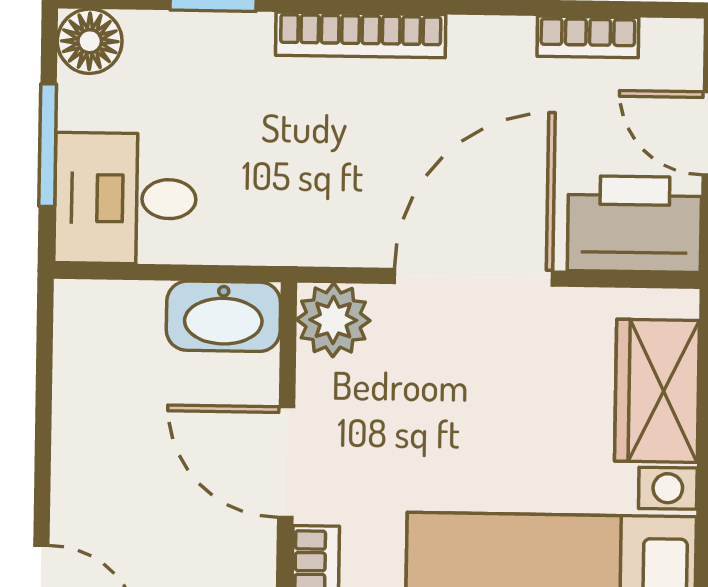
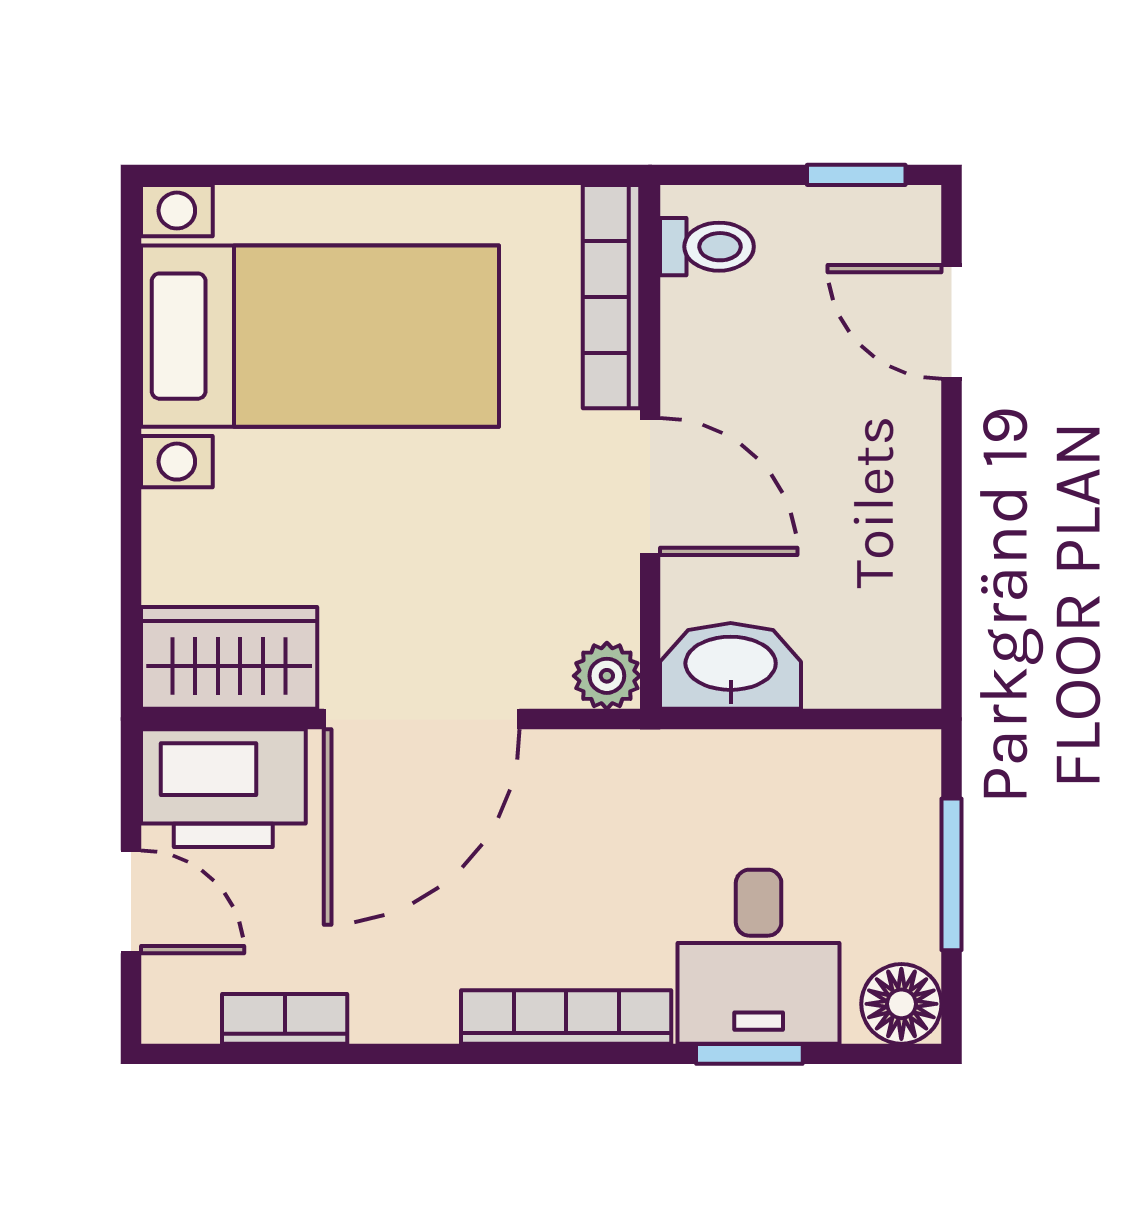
desk: (125, 198) -> (759, 957), moved, turned 90
plant: (333, 320) -> (607, 676), width x0.73, depth x0.73
wardrobe: (657, 391) -> (229, 658), moved, turned -90

